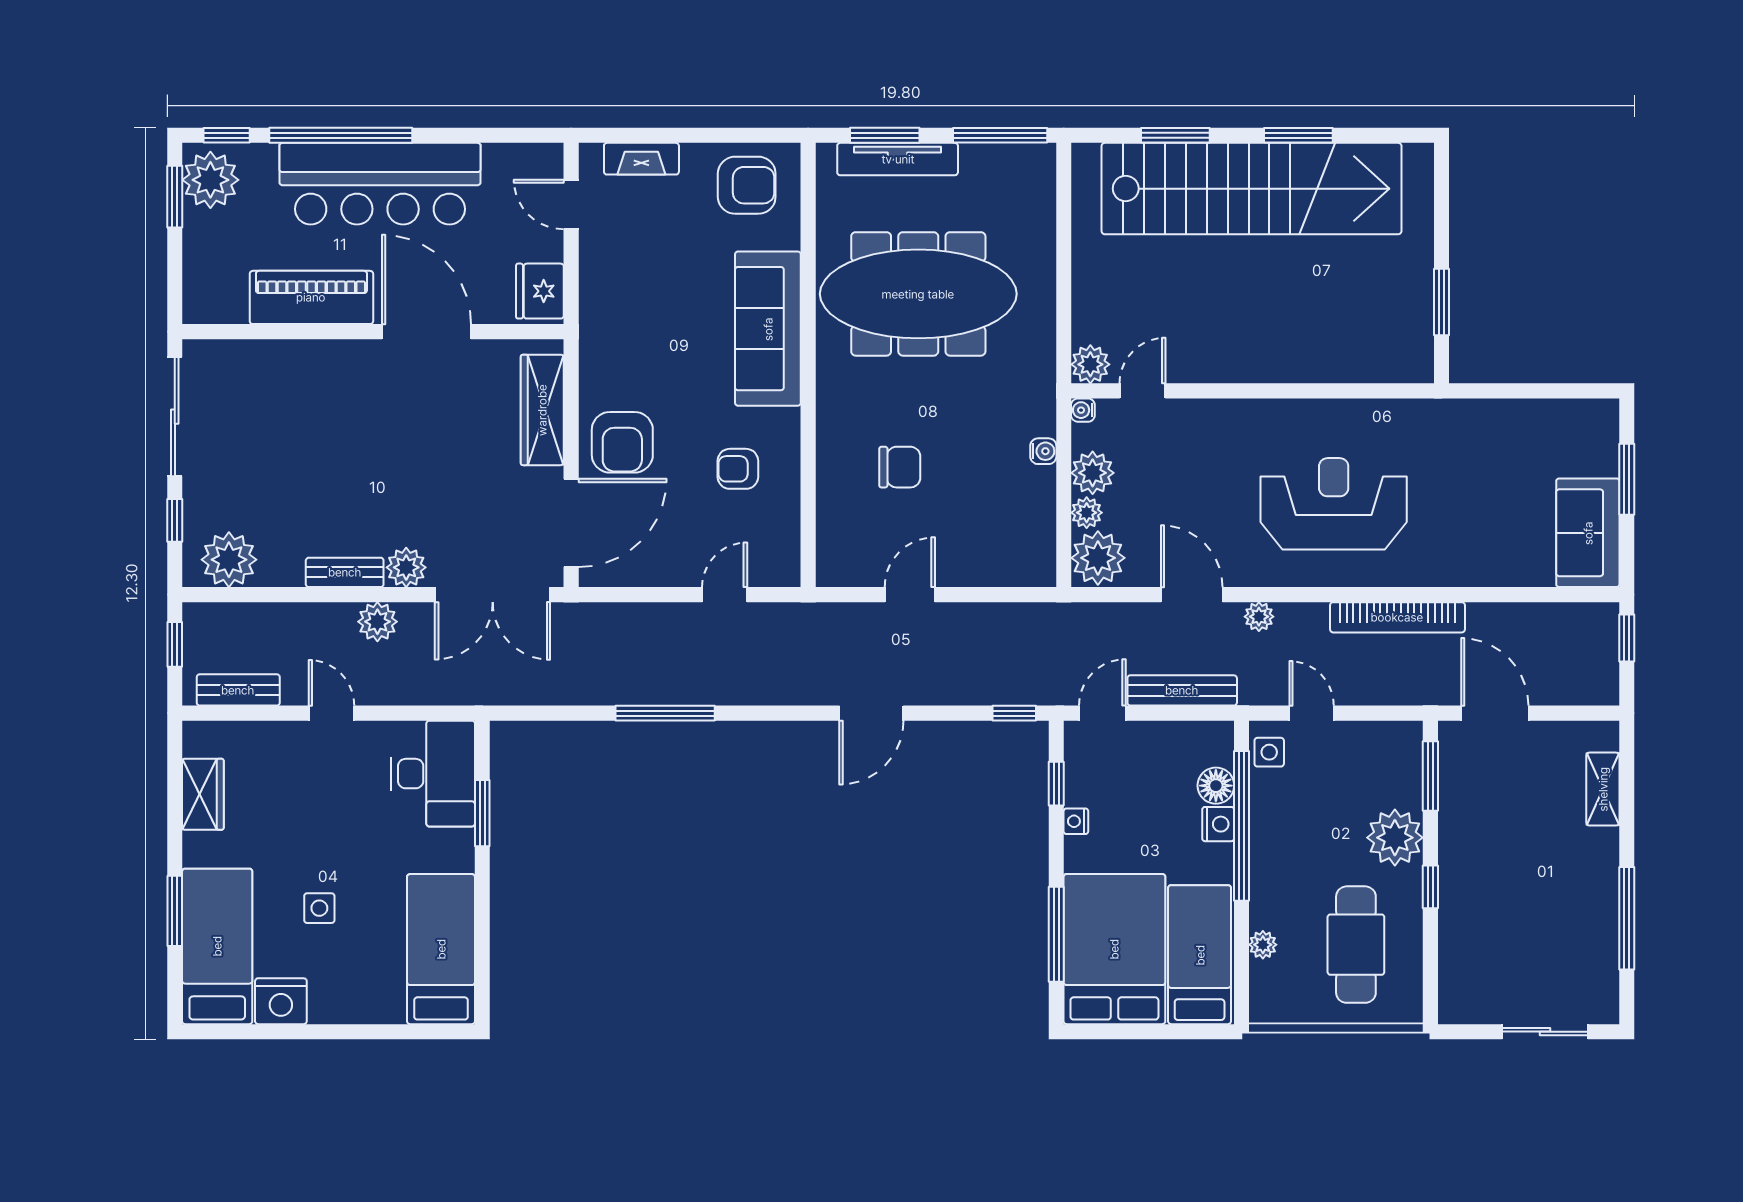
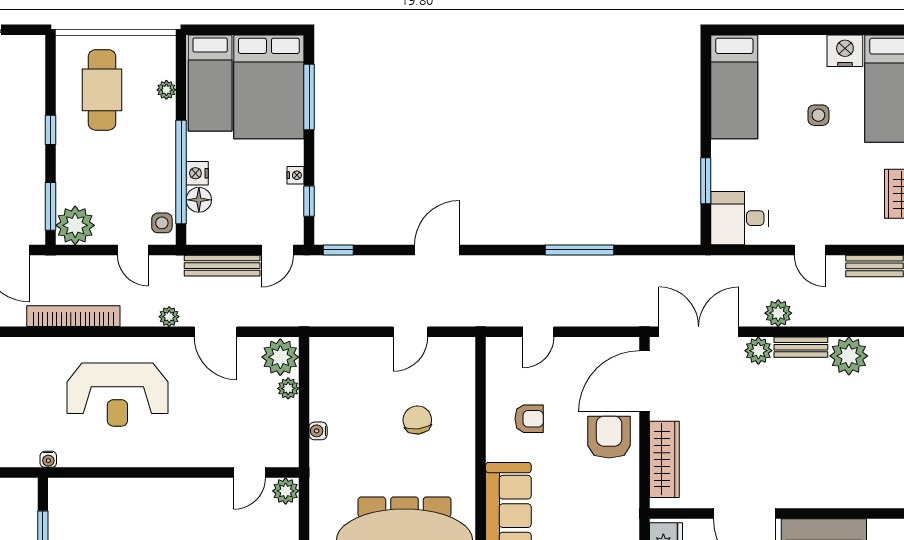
water cooler: (1083, 410) -> (48, 459), moved, turned 90
chair: (900, 467) -> (417, 420), turned 84
plant: (1093, 473) -> (284, 416), removed
plant: (229, 560) -> (849, 356), moved
desk: (433, 774) -> (740, 218), width x0.73
plant: (1395, 838) -> (75, 225), moved

